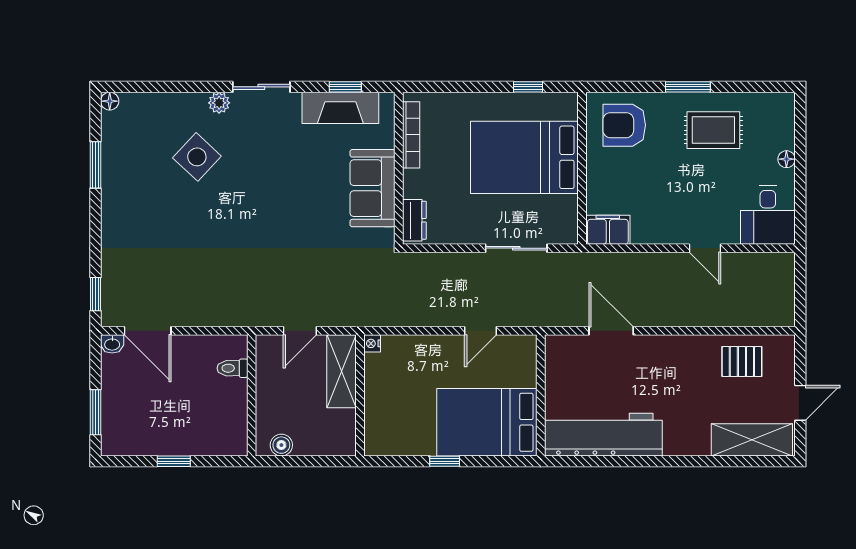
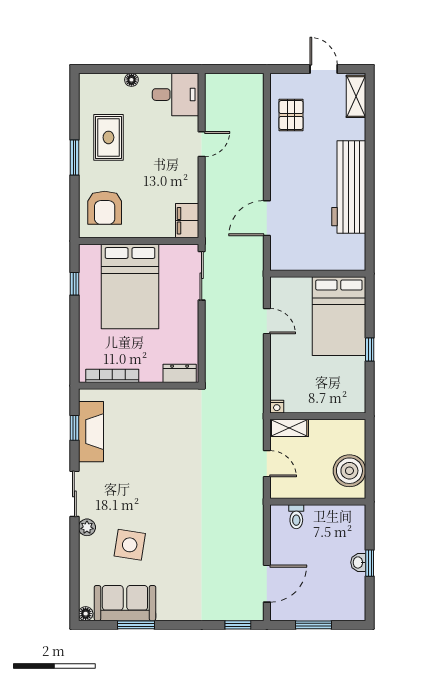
side table: (197, 157) -> (130, 545), turned -34
sofa: (373, 188) -> (125, 603), moved, turned 180
sliding door: (516, 248) -> (202, 276), moved
washbasin: (112, 344) -> (358, 562), moved, turned 180
shelving: (342, 371) -> (289, 428), width x0.67, depth x0.75
window: (95, 412) -> (314, 625), moved
workbench: (603, 435) -> (349, 187), moved
shelving: (752, 440) -> (356, 96), width x0.67, depth x0.75
boiler: (281, 445) -> (349, 471), width x1.86, depth x1.86

